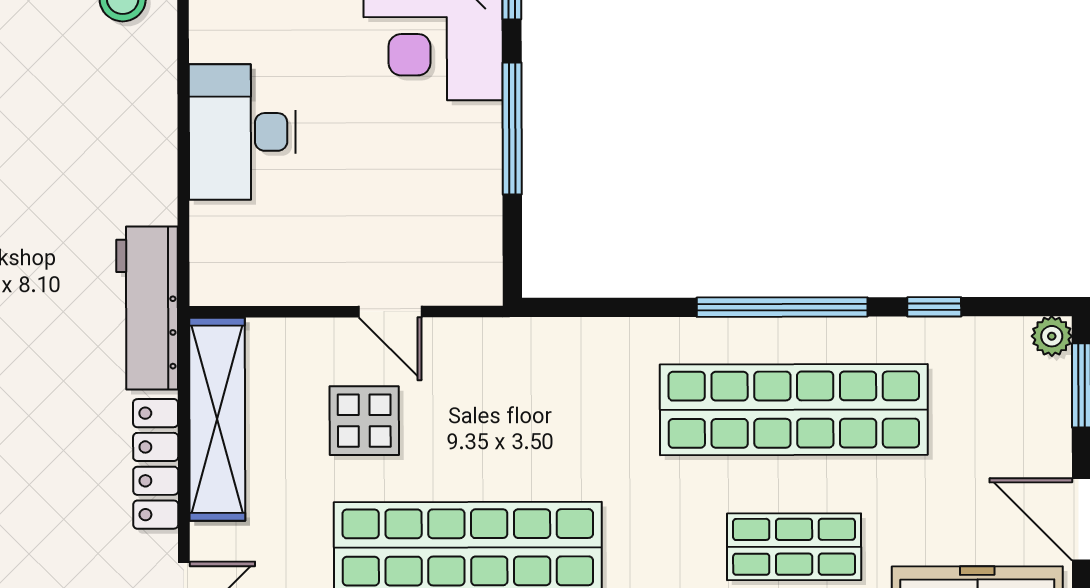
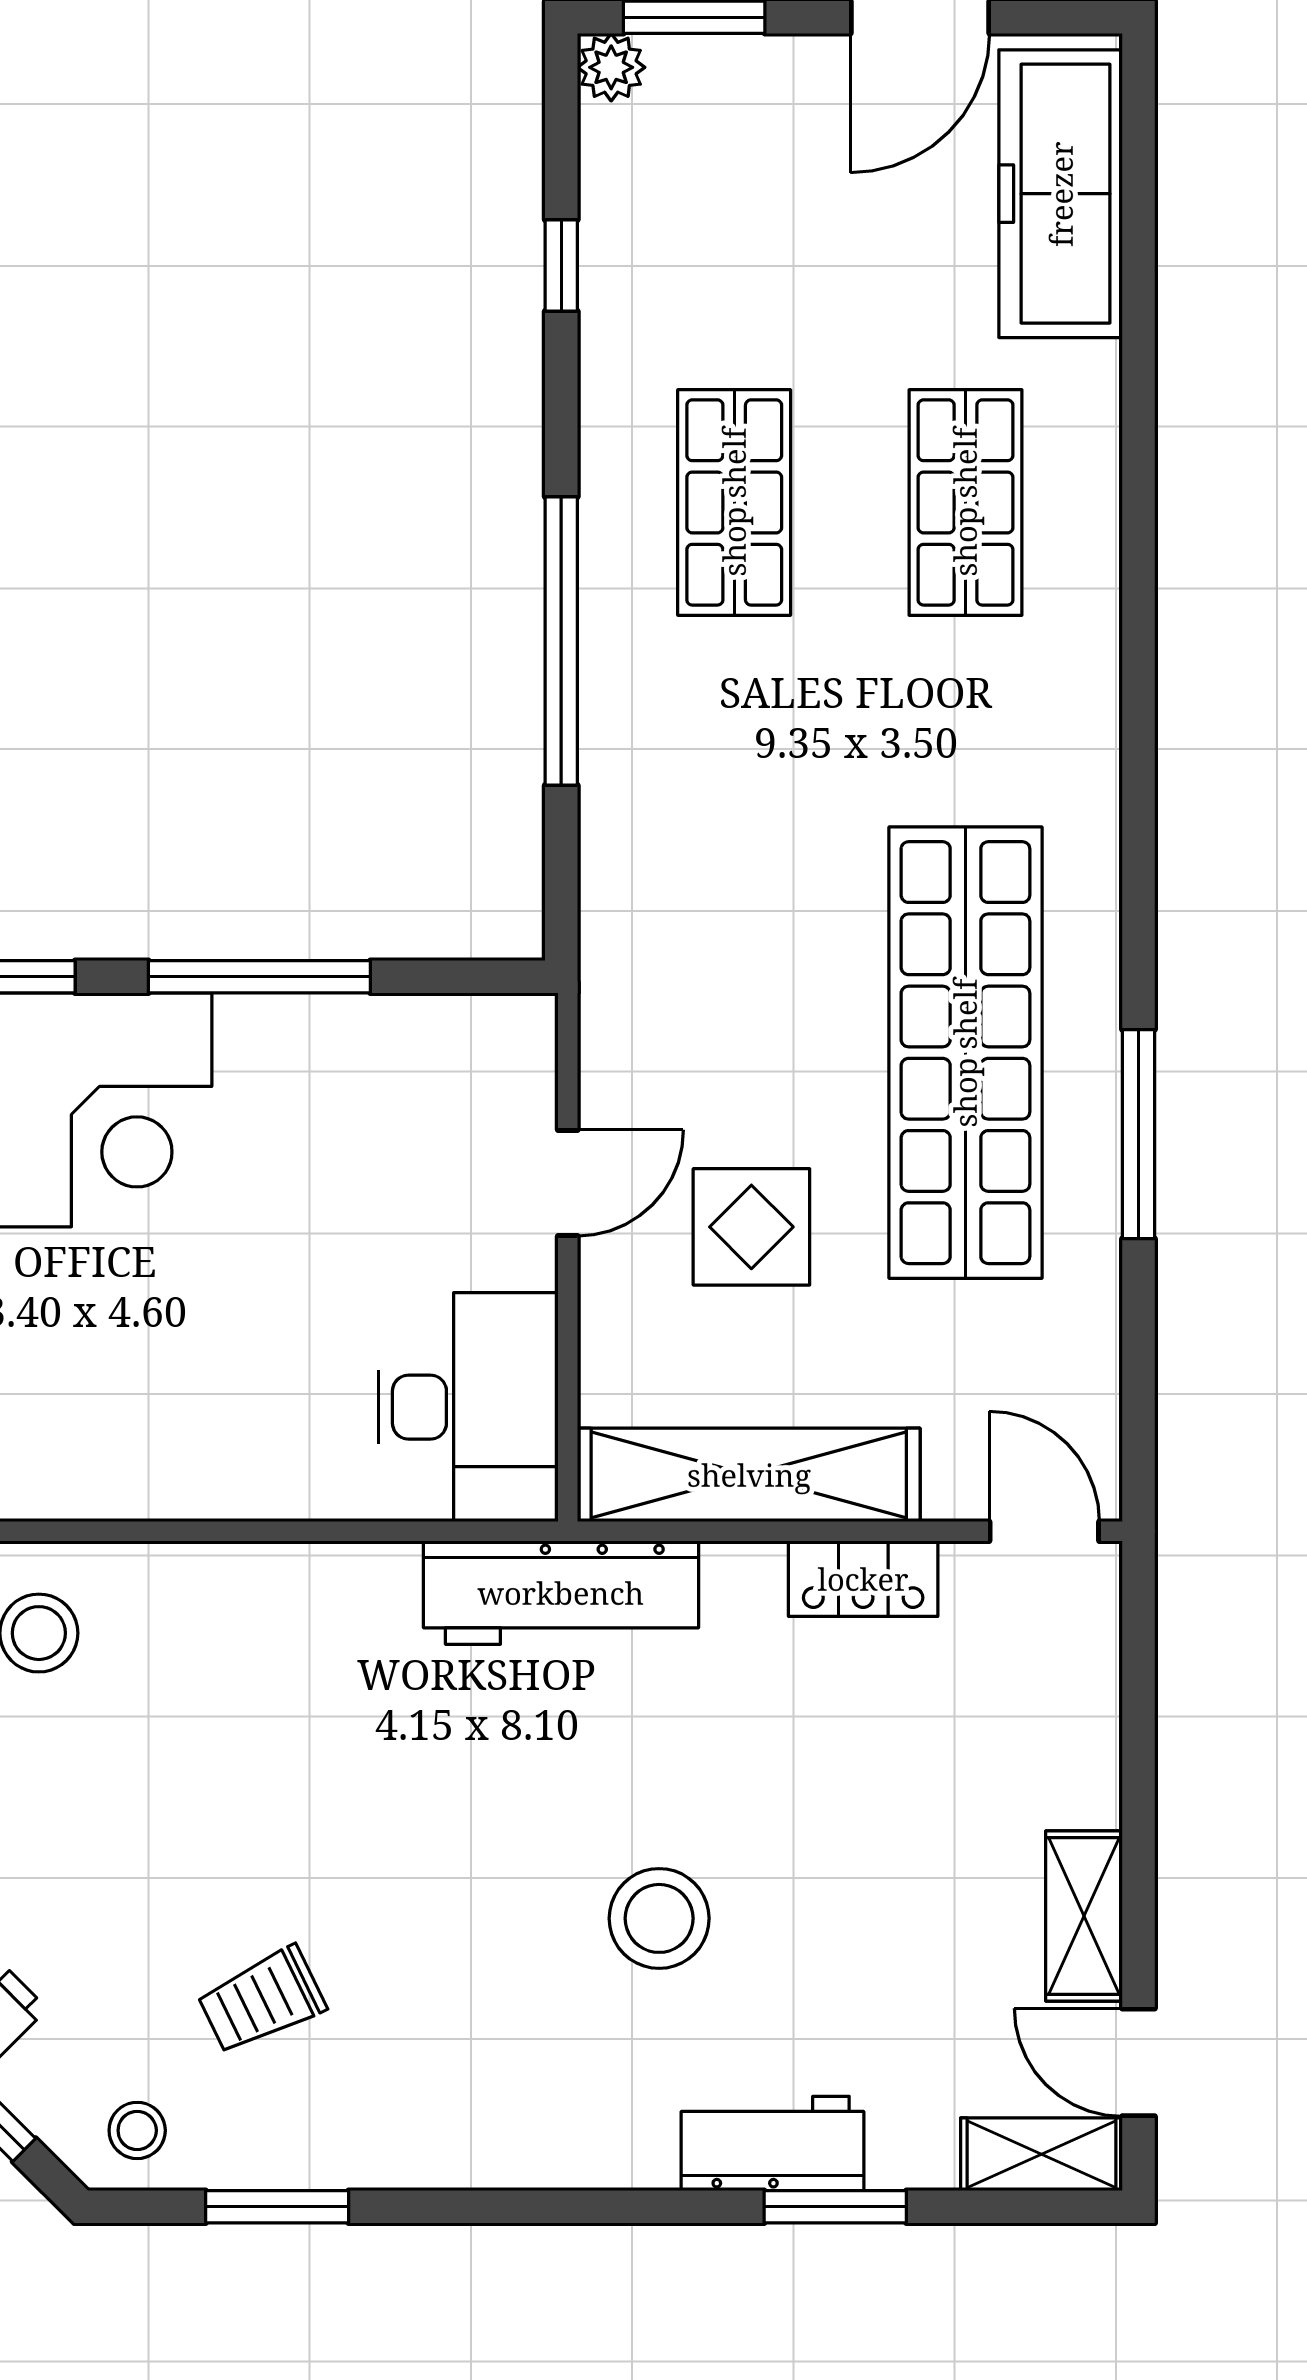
desk: (242, 132) -> (468, 1407), moved, turned -90
window: (782, 307) -> (561, 641), moved
shop shelf: (794, 410) -> (734, 502), width x0.50, depth x0.74
locker: (156, 464) -> (863, 1579), width x0.66

